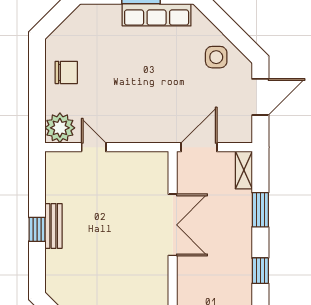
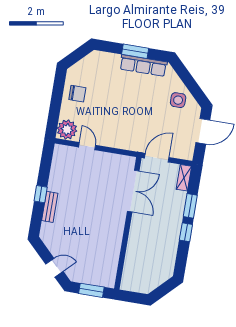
double door: (173, 225) -> (133, 191), moved
bench: (54, 226) -> (50, 207), moved
window: (260, 271) -> (186, 232), moved

